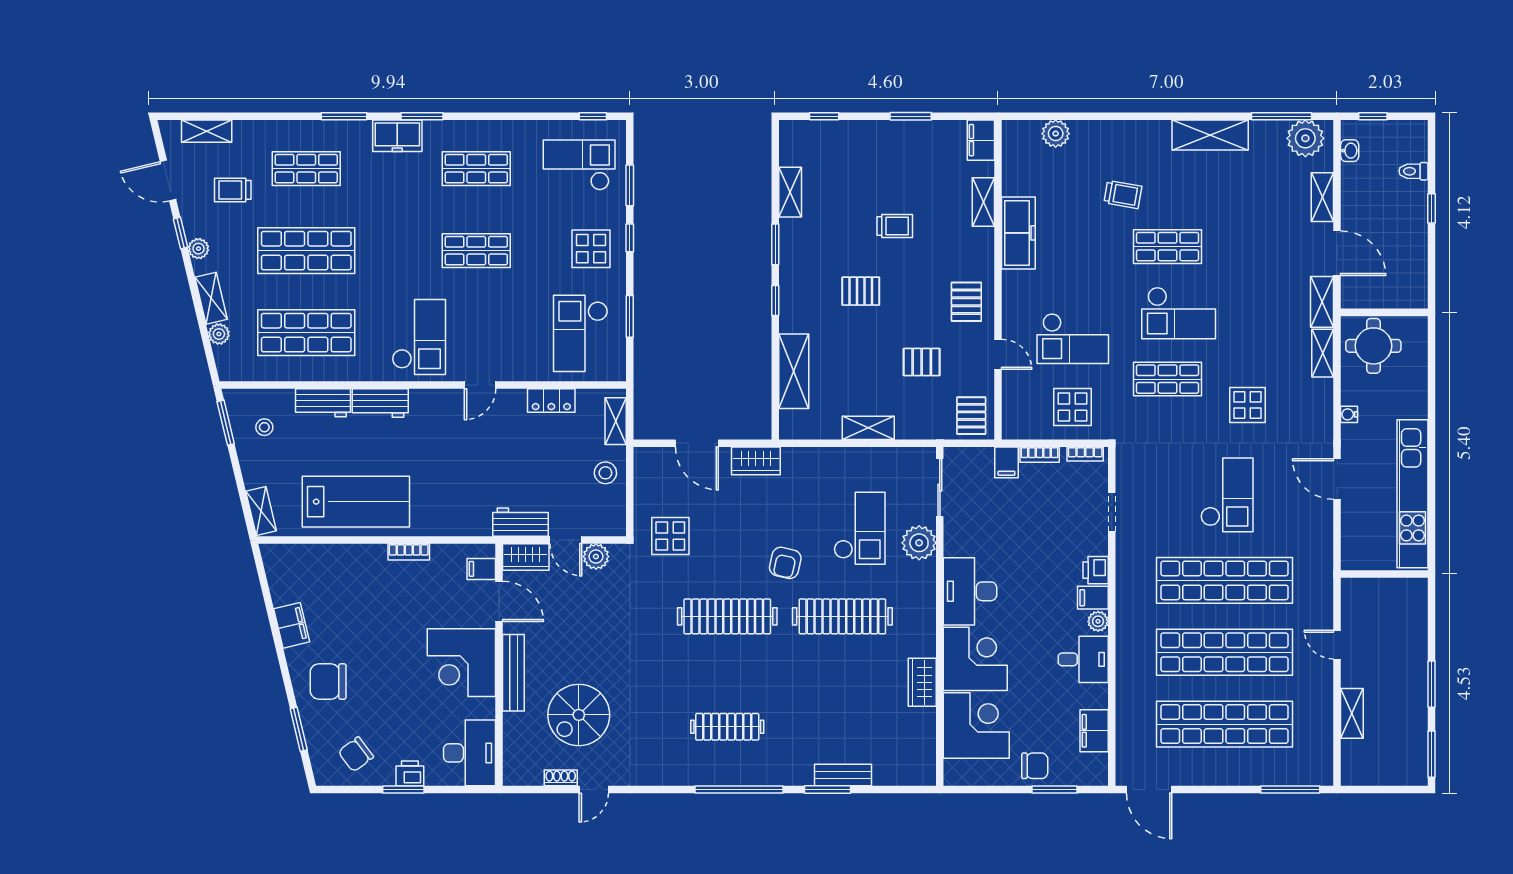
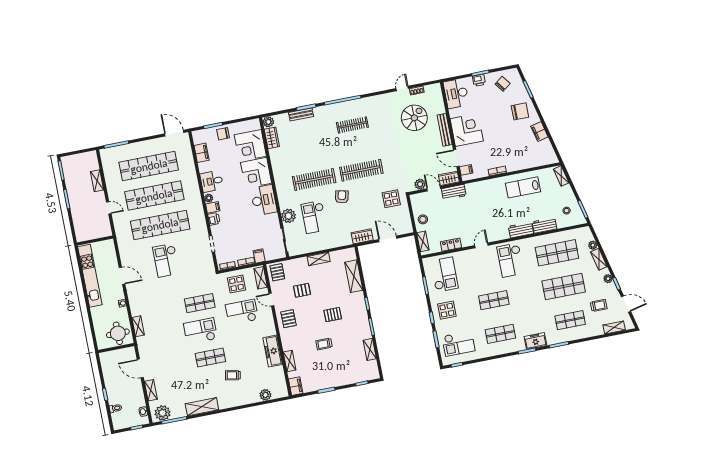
shelving: (1322, 302) -> (261, 278), moved
display table: (1248, 405) -> (165, 299), removed
lab bench: (356, 502) -> (523, 187), width x0.73, depth x0.72
wardrobe: (922, 682) -> (272, 138), moved
plant: (923, 773) -> (268, 122), added

